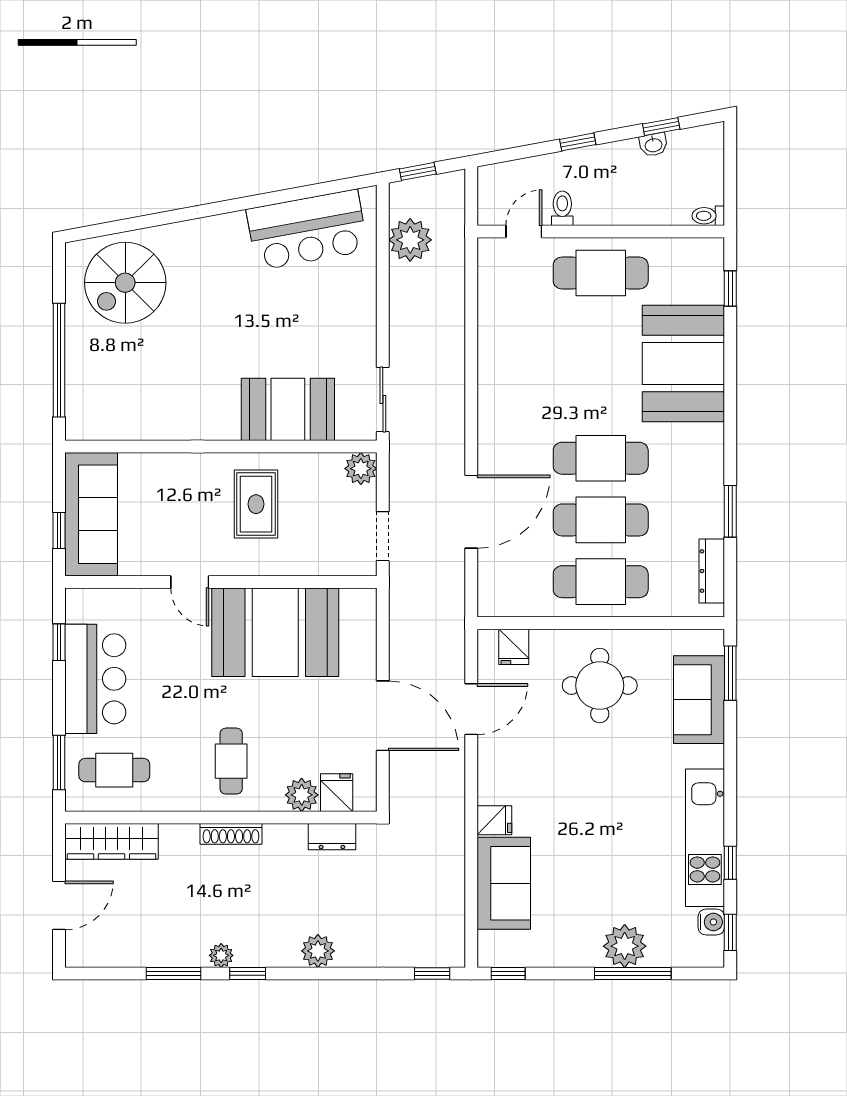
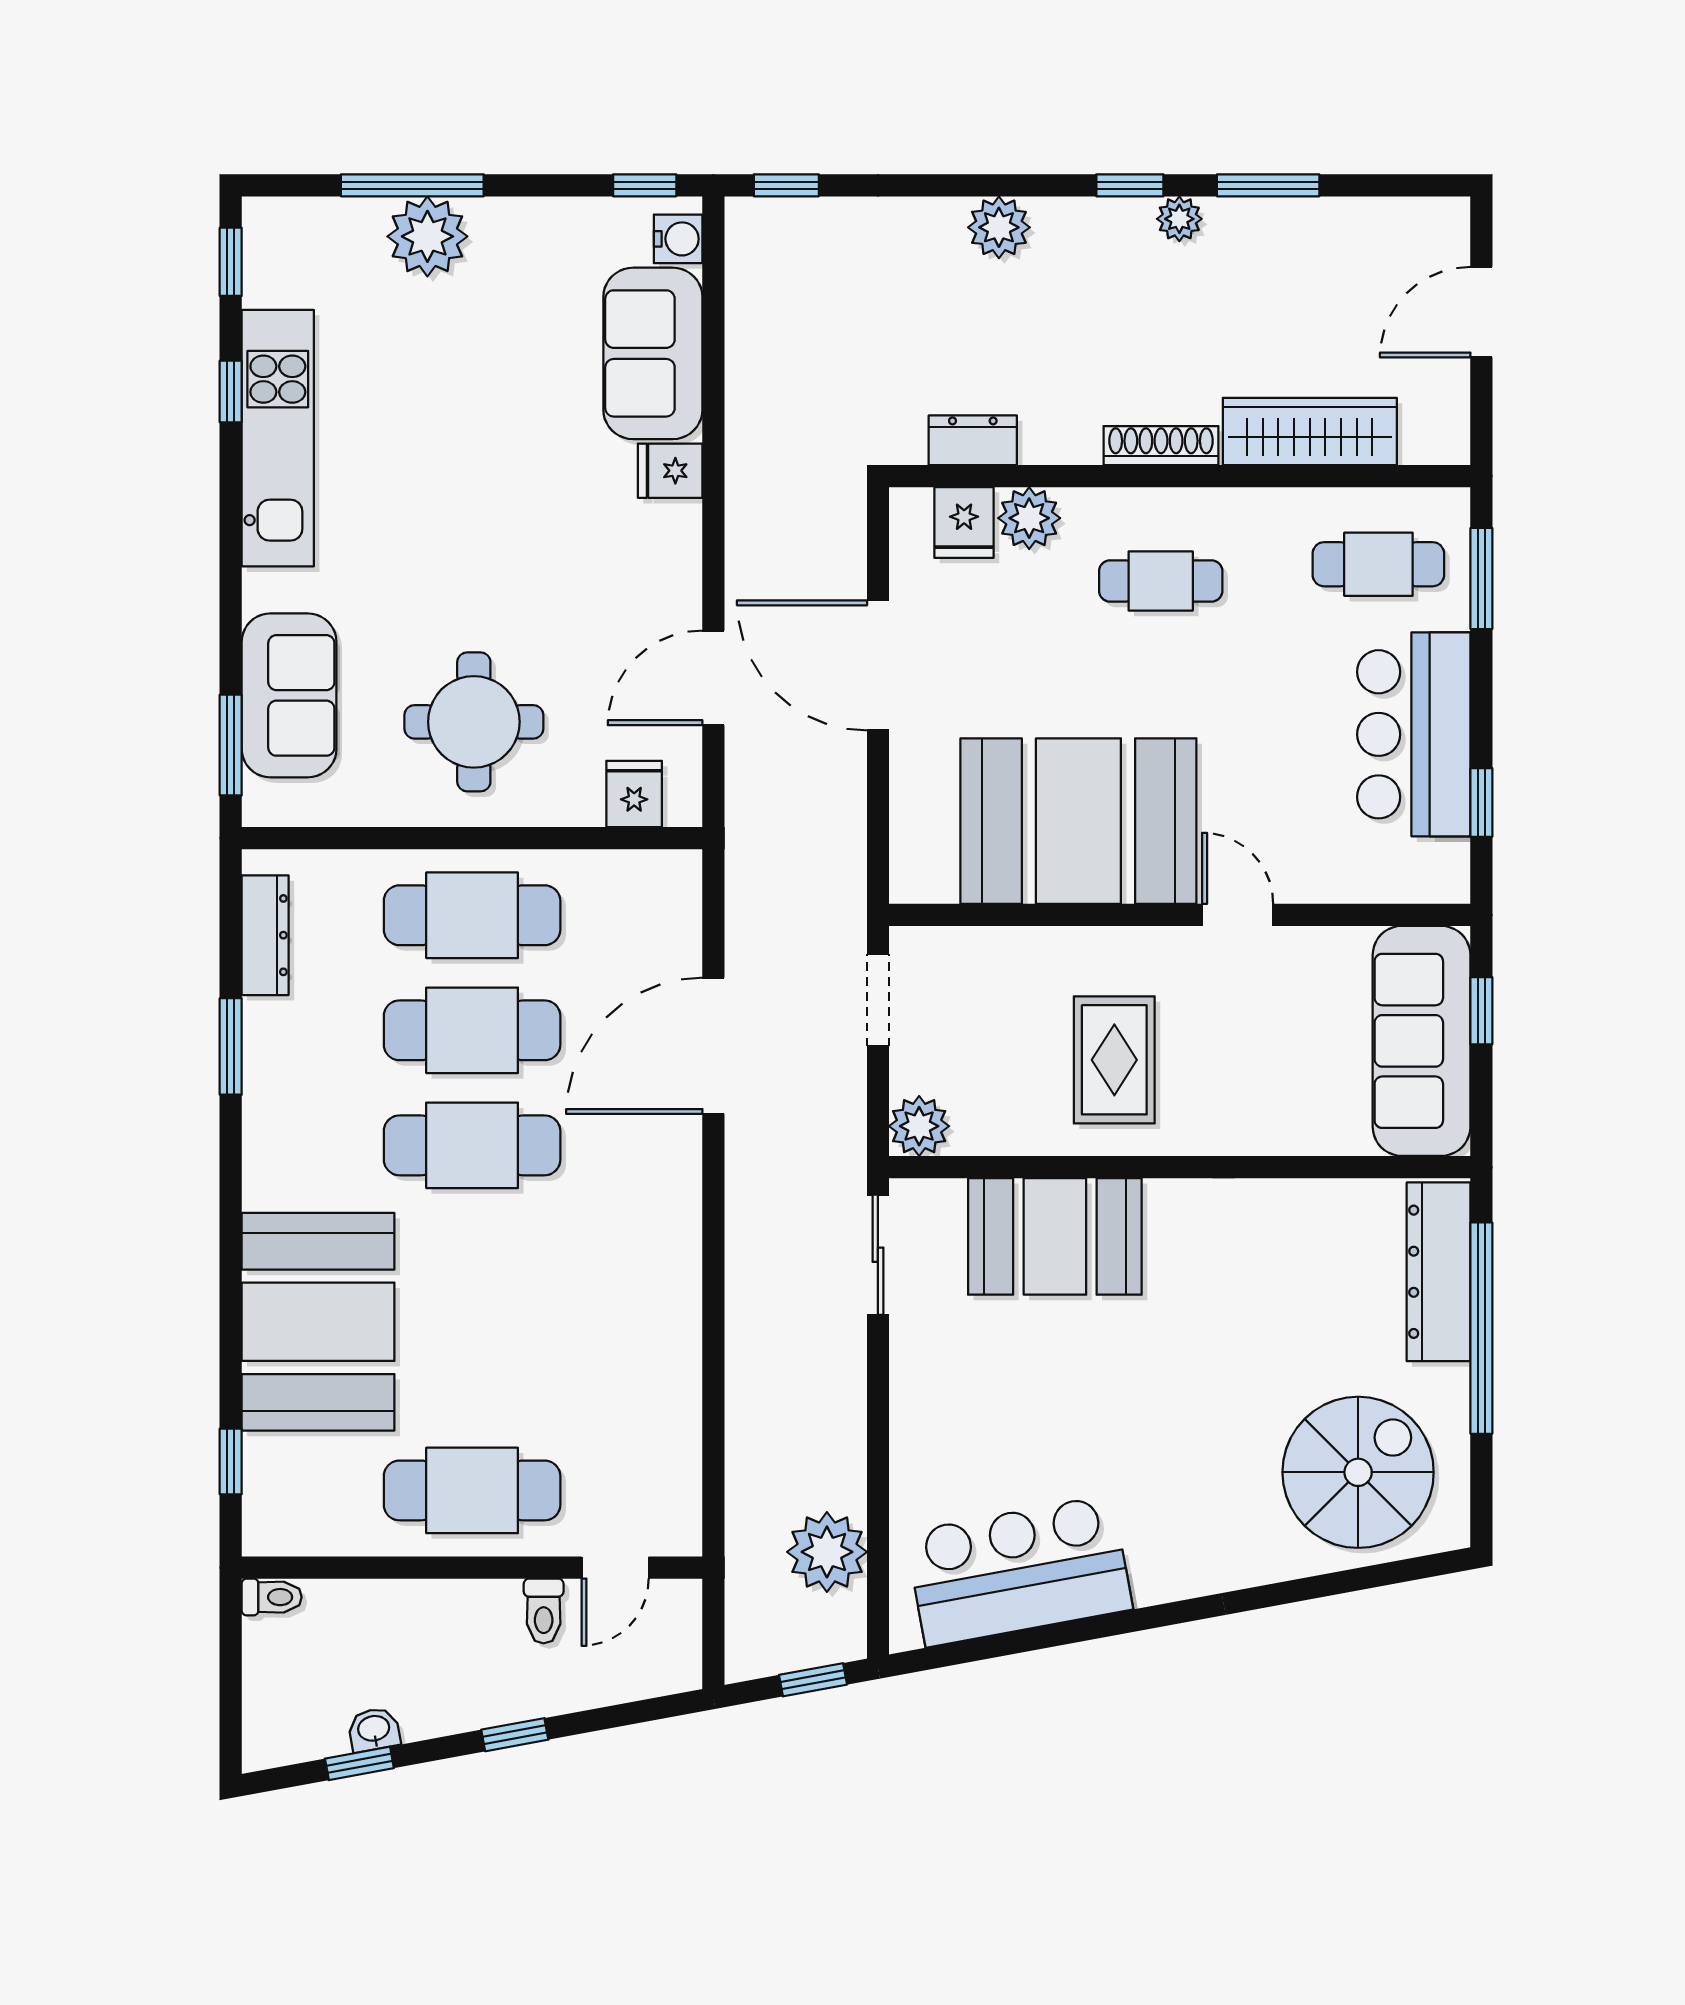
dresser: (82, 390) -> (1439, 1272), added
cafe table: (231, 761) -> (1161, 581), turned 90
wardrobe: (112, 841) -> (1310, 431), moved
water cooler: (711, 922) -> (678, 239), moved, turned 180

